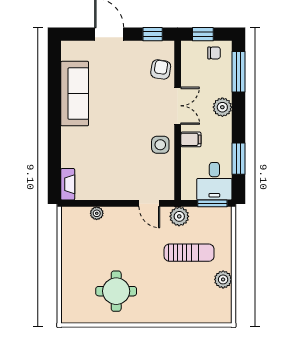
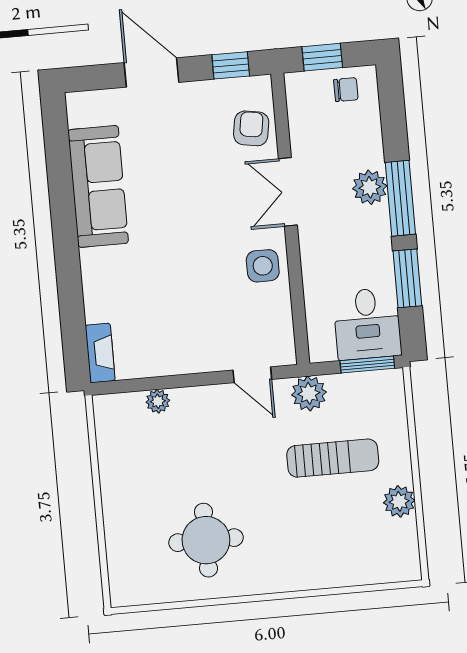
window: (238, 72) -> (400, 198), moved
double door: (178, 106) -> (288, 192), swing flipped
filing cabinet: (191, 139) -> (318, 251), removed

